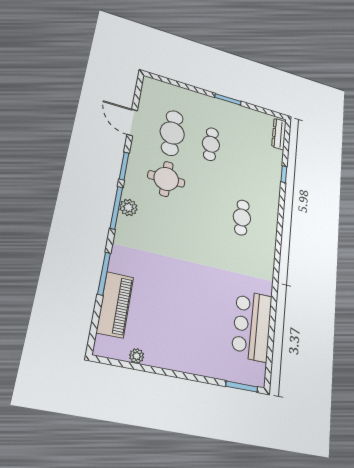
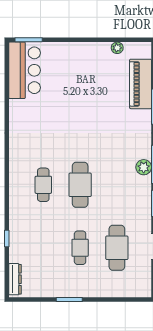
round table: (166, 179) -> (116, 202), removed
cafe table: (203, 207) -> (80, 185), added
bar counter: (252, 326) -> (25, 70), moved

